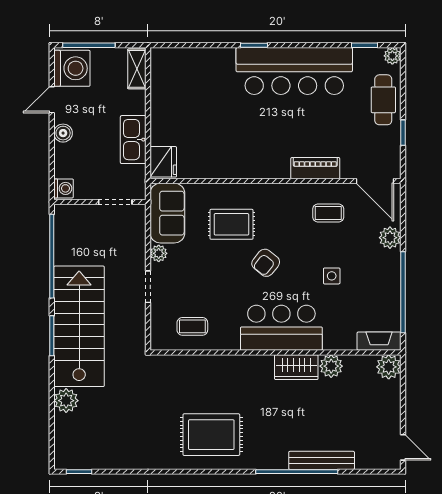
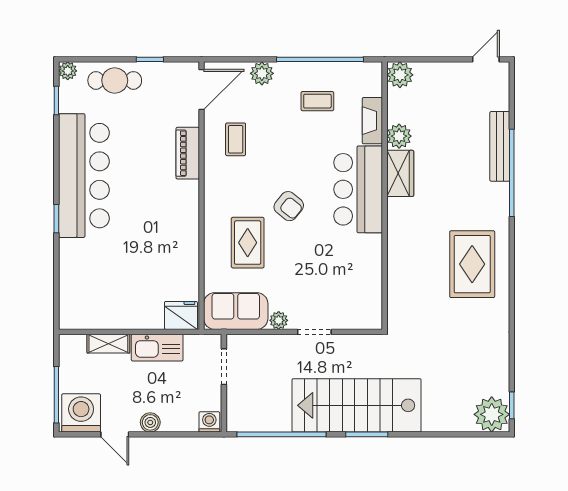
shelving: (137, 69) -> (108, 344), moved
side table: (332, 276) -> (303, 136), removed
coffee table: (192, 326) -> (317, 101), moved, turned 90
fireplace: (379, 341) -> (372, 121), moved
plant: (66, 401) -> (492, 414), moved, width x1.36, depth x1.36

